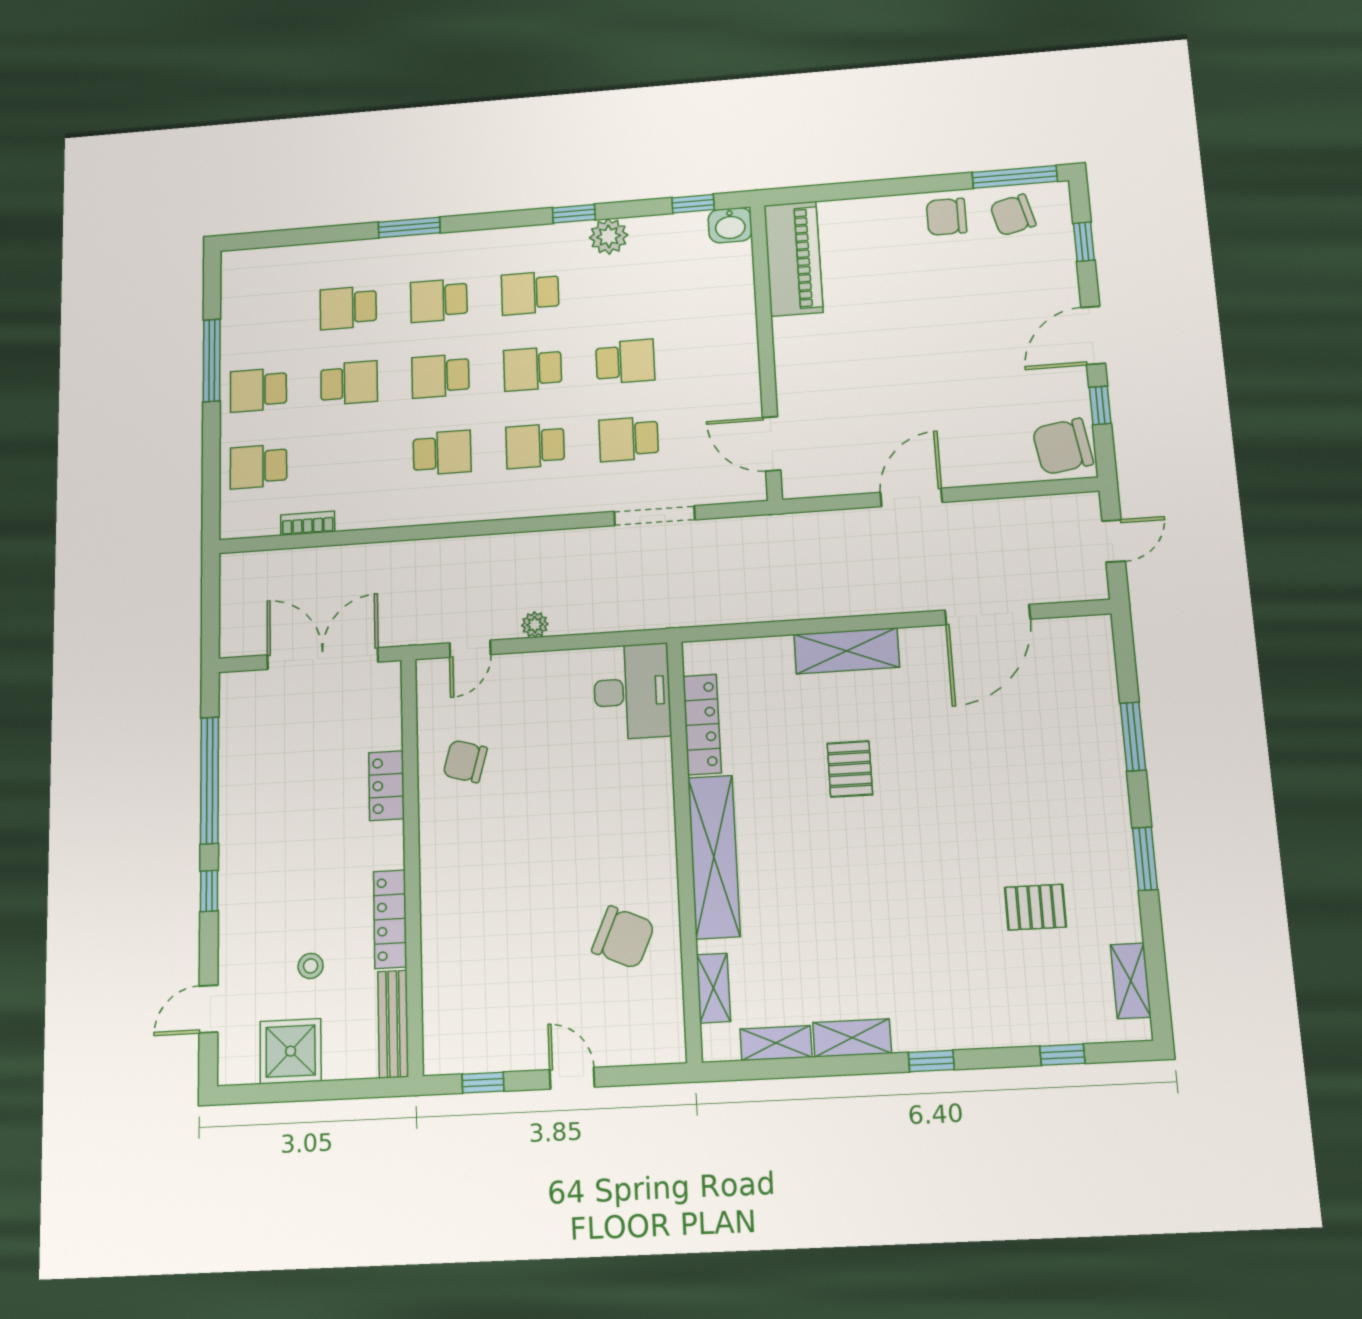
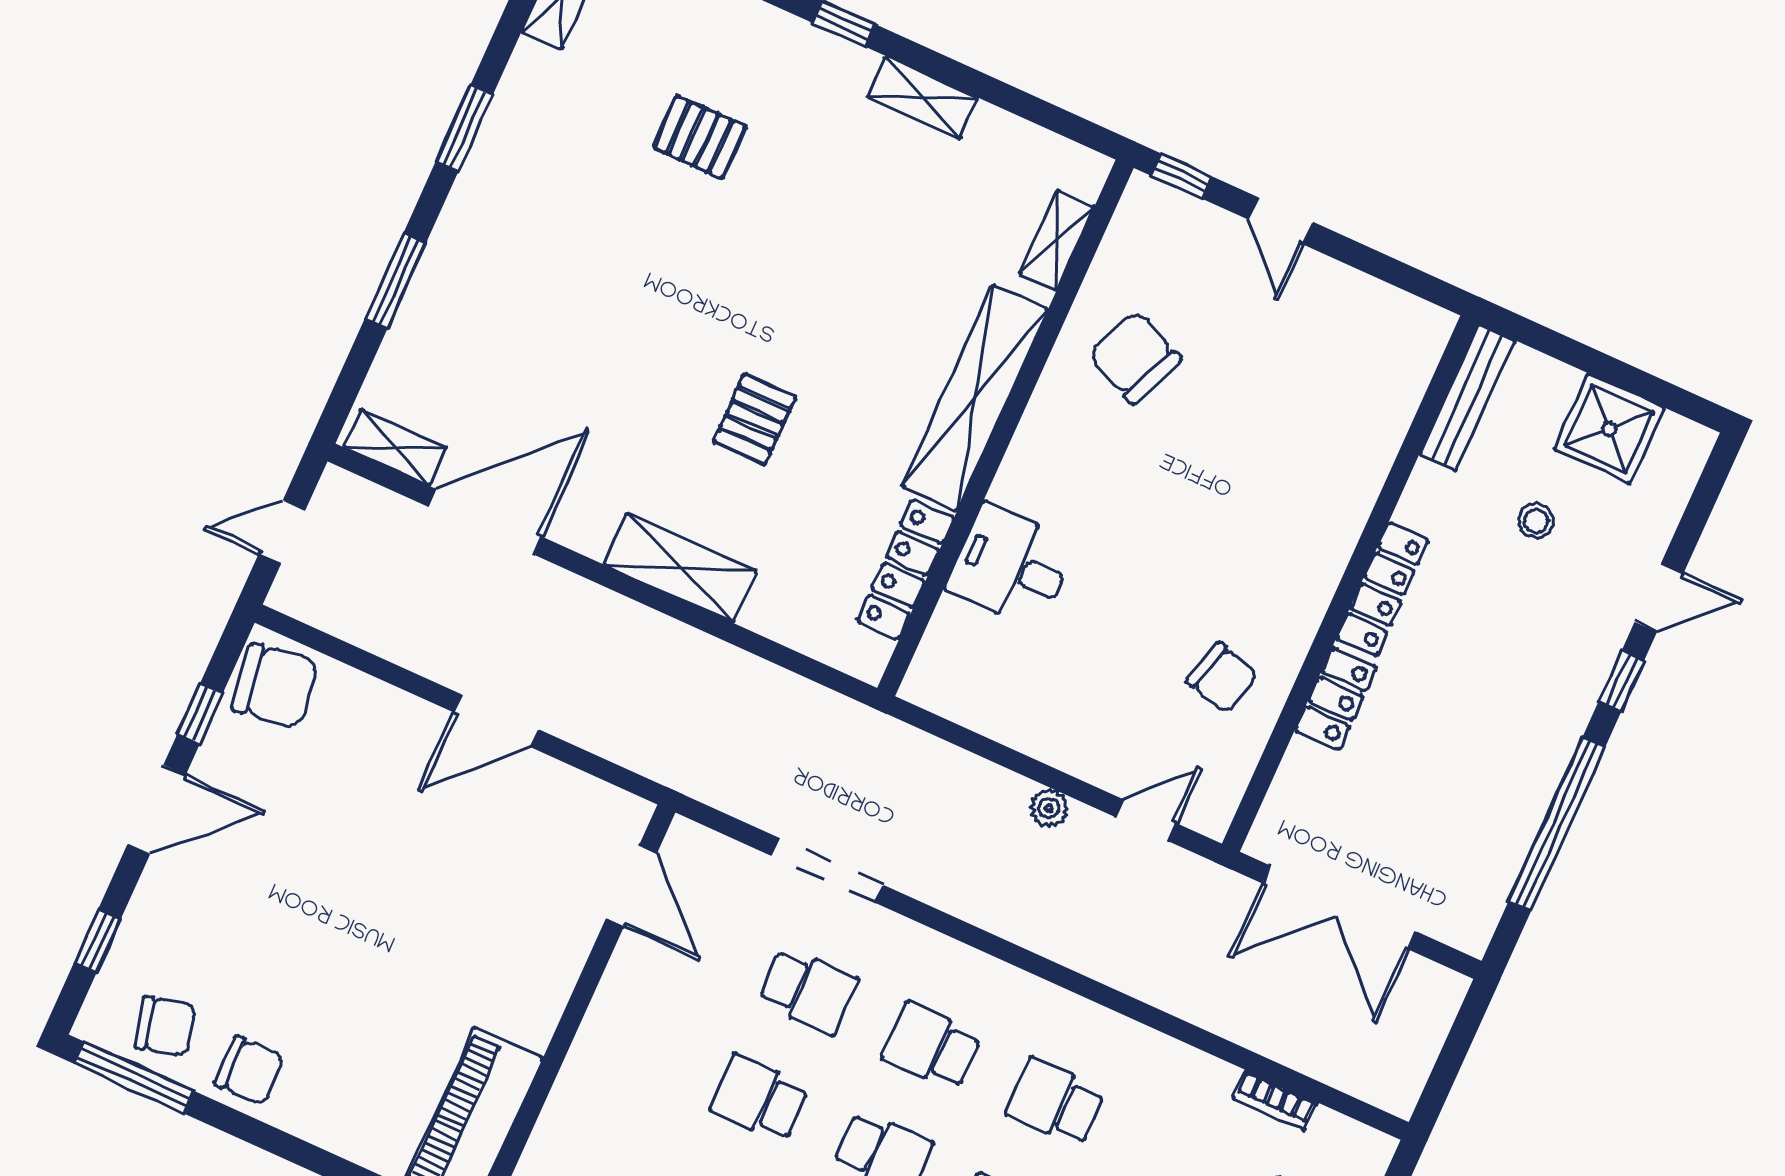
school desk: (535, 446) -> (932, 1046), turned 180
desk: (632, 692) -> (1011, 566), moved, width x0.73
pallet: (1035, 907) -> (700, 137), moved
locker: (390, 919) -> (1383, 589), moved
door: (208, 1009) -> (1659, 598), moved
shelving: (776, 1043) -> (395, 447), moved
window: (483, 1083) -> (1182, 176), moved

